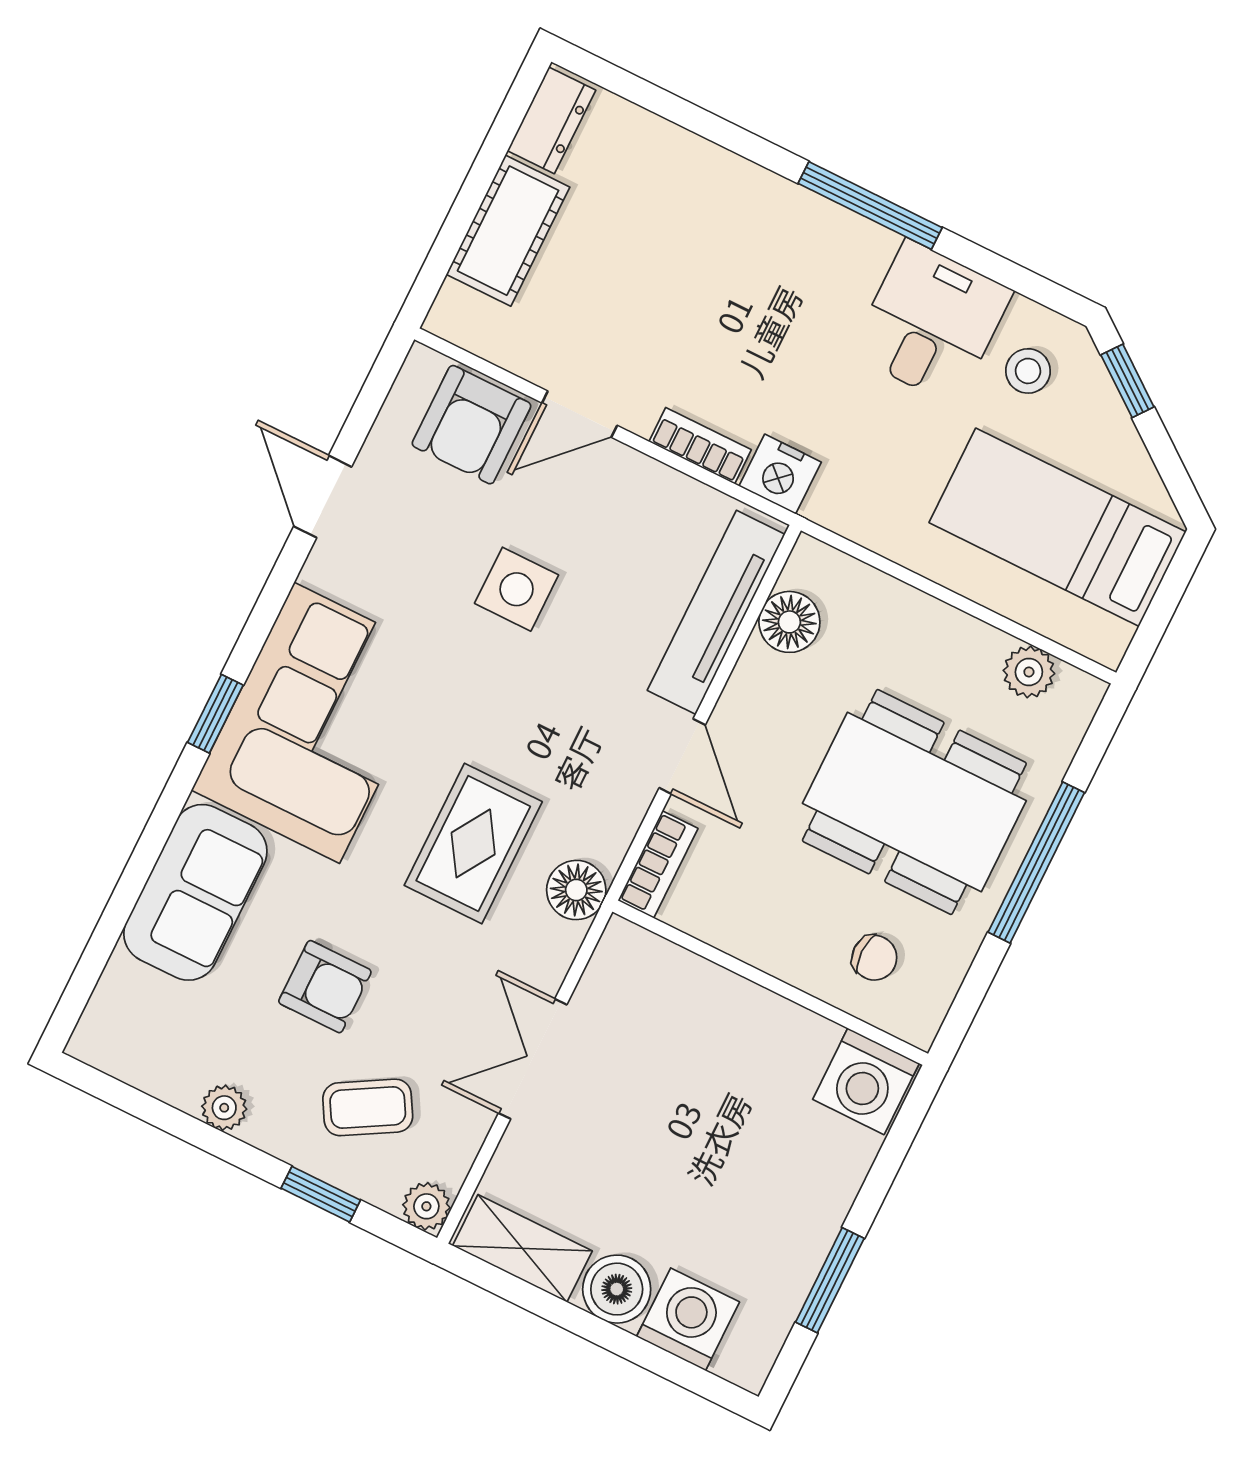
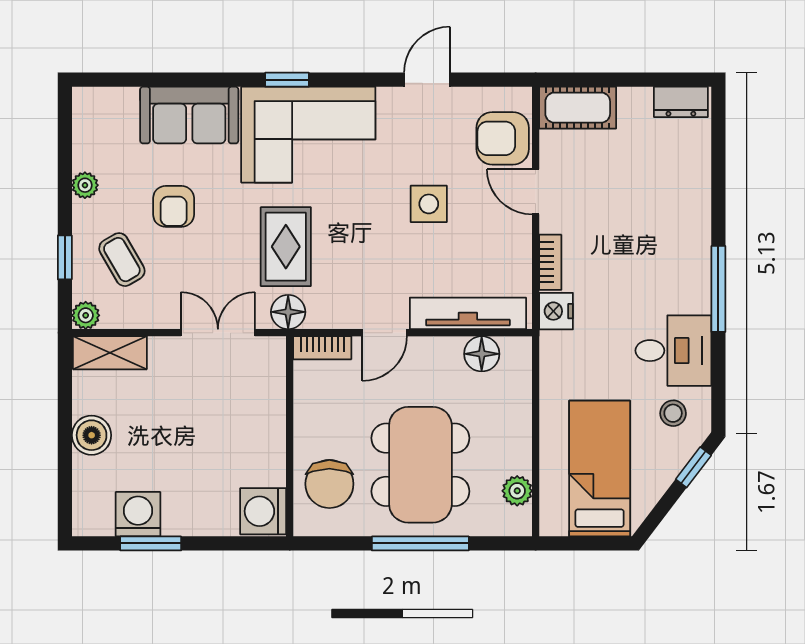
cot: (508, 231) -> (578, 108), moved
rug: (473, 843) -> (286, 247), turned 90
chair: (874, 958) -> (329, 484), width x1.87, depth x1.87
double door: (533, 1059) -> (218, 333), moved
shelving: (522, 1248) -> (110, 353), moved, turned 90
washing machine: (688, 1319) -> (138, 514), moved, turned -90

